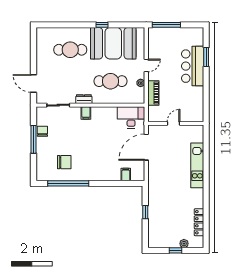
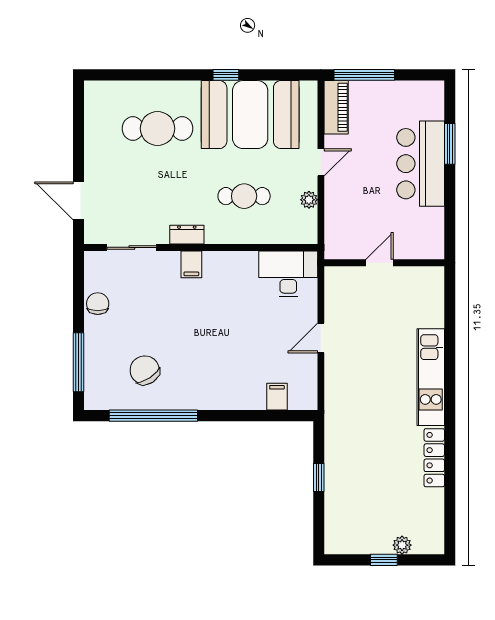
cafe table: (111, 81) -> (244, 196), width x0.73, depth x0.74
piano: (153, 93) -> (336, 107), moved
door: (173, 123) -> (379, 263), moved
wall: (176, 123) -> (384, 263), moved
window: (33, 139) -> (78, 362), moved
door: (146, 147) -> (321, 338), width x0.53
chair: (64, 162) -> (145, 370), turned -123
locker: (199, 222) -> (434, 458), moved

